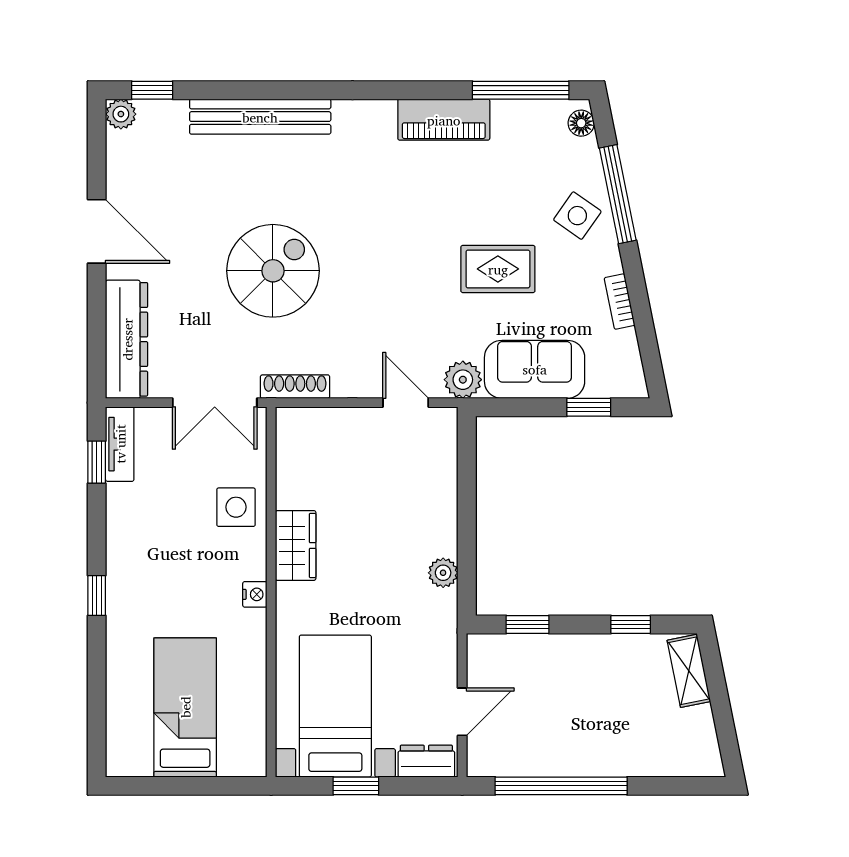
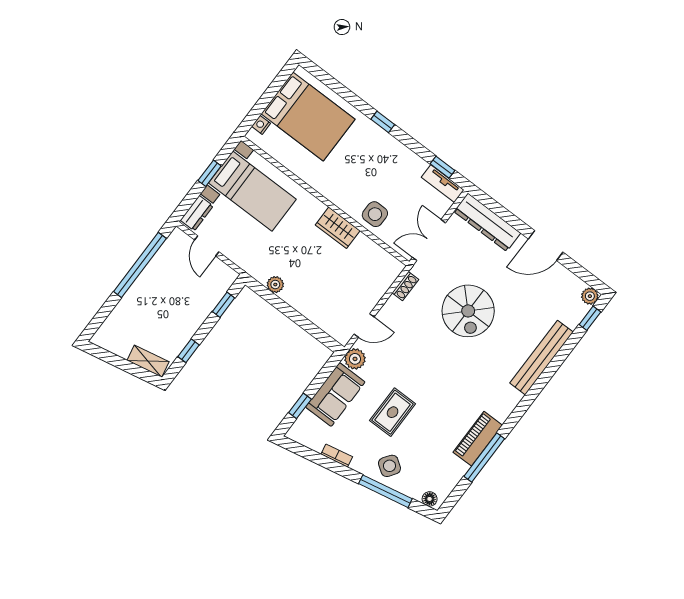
window: (521, 90) -> (484, 458), moved
shoe rack: (295, 387) -> (405, 286), width x0.70
nightstand: (255, 594) -> (261, 125), moved, turned 90
bed: (185, 707) -> (308, 116), width x1.50

